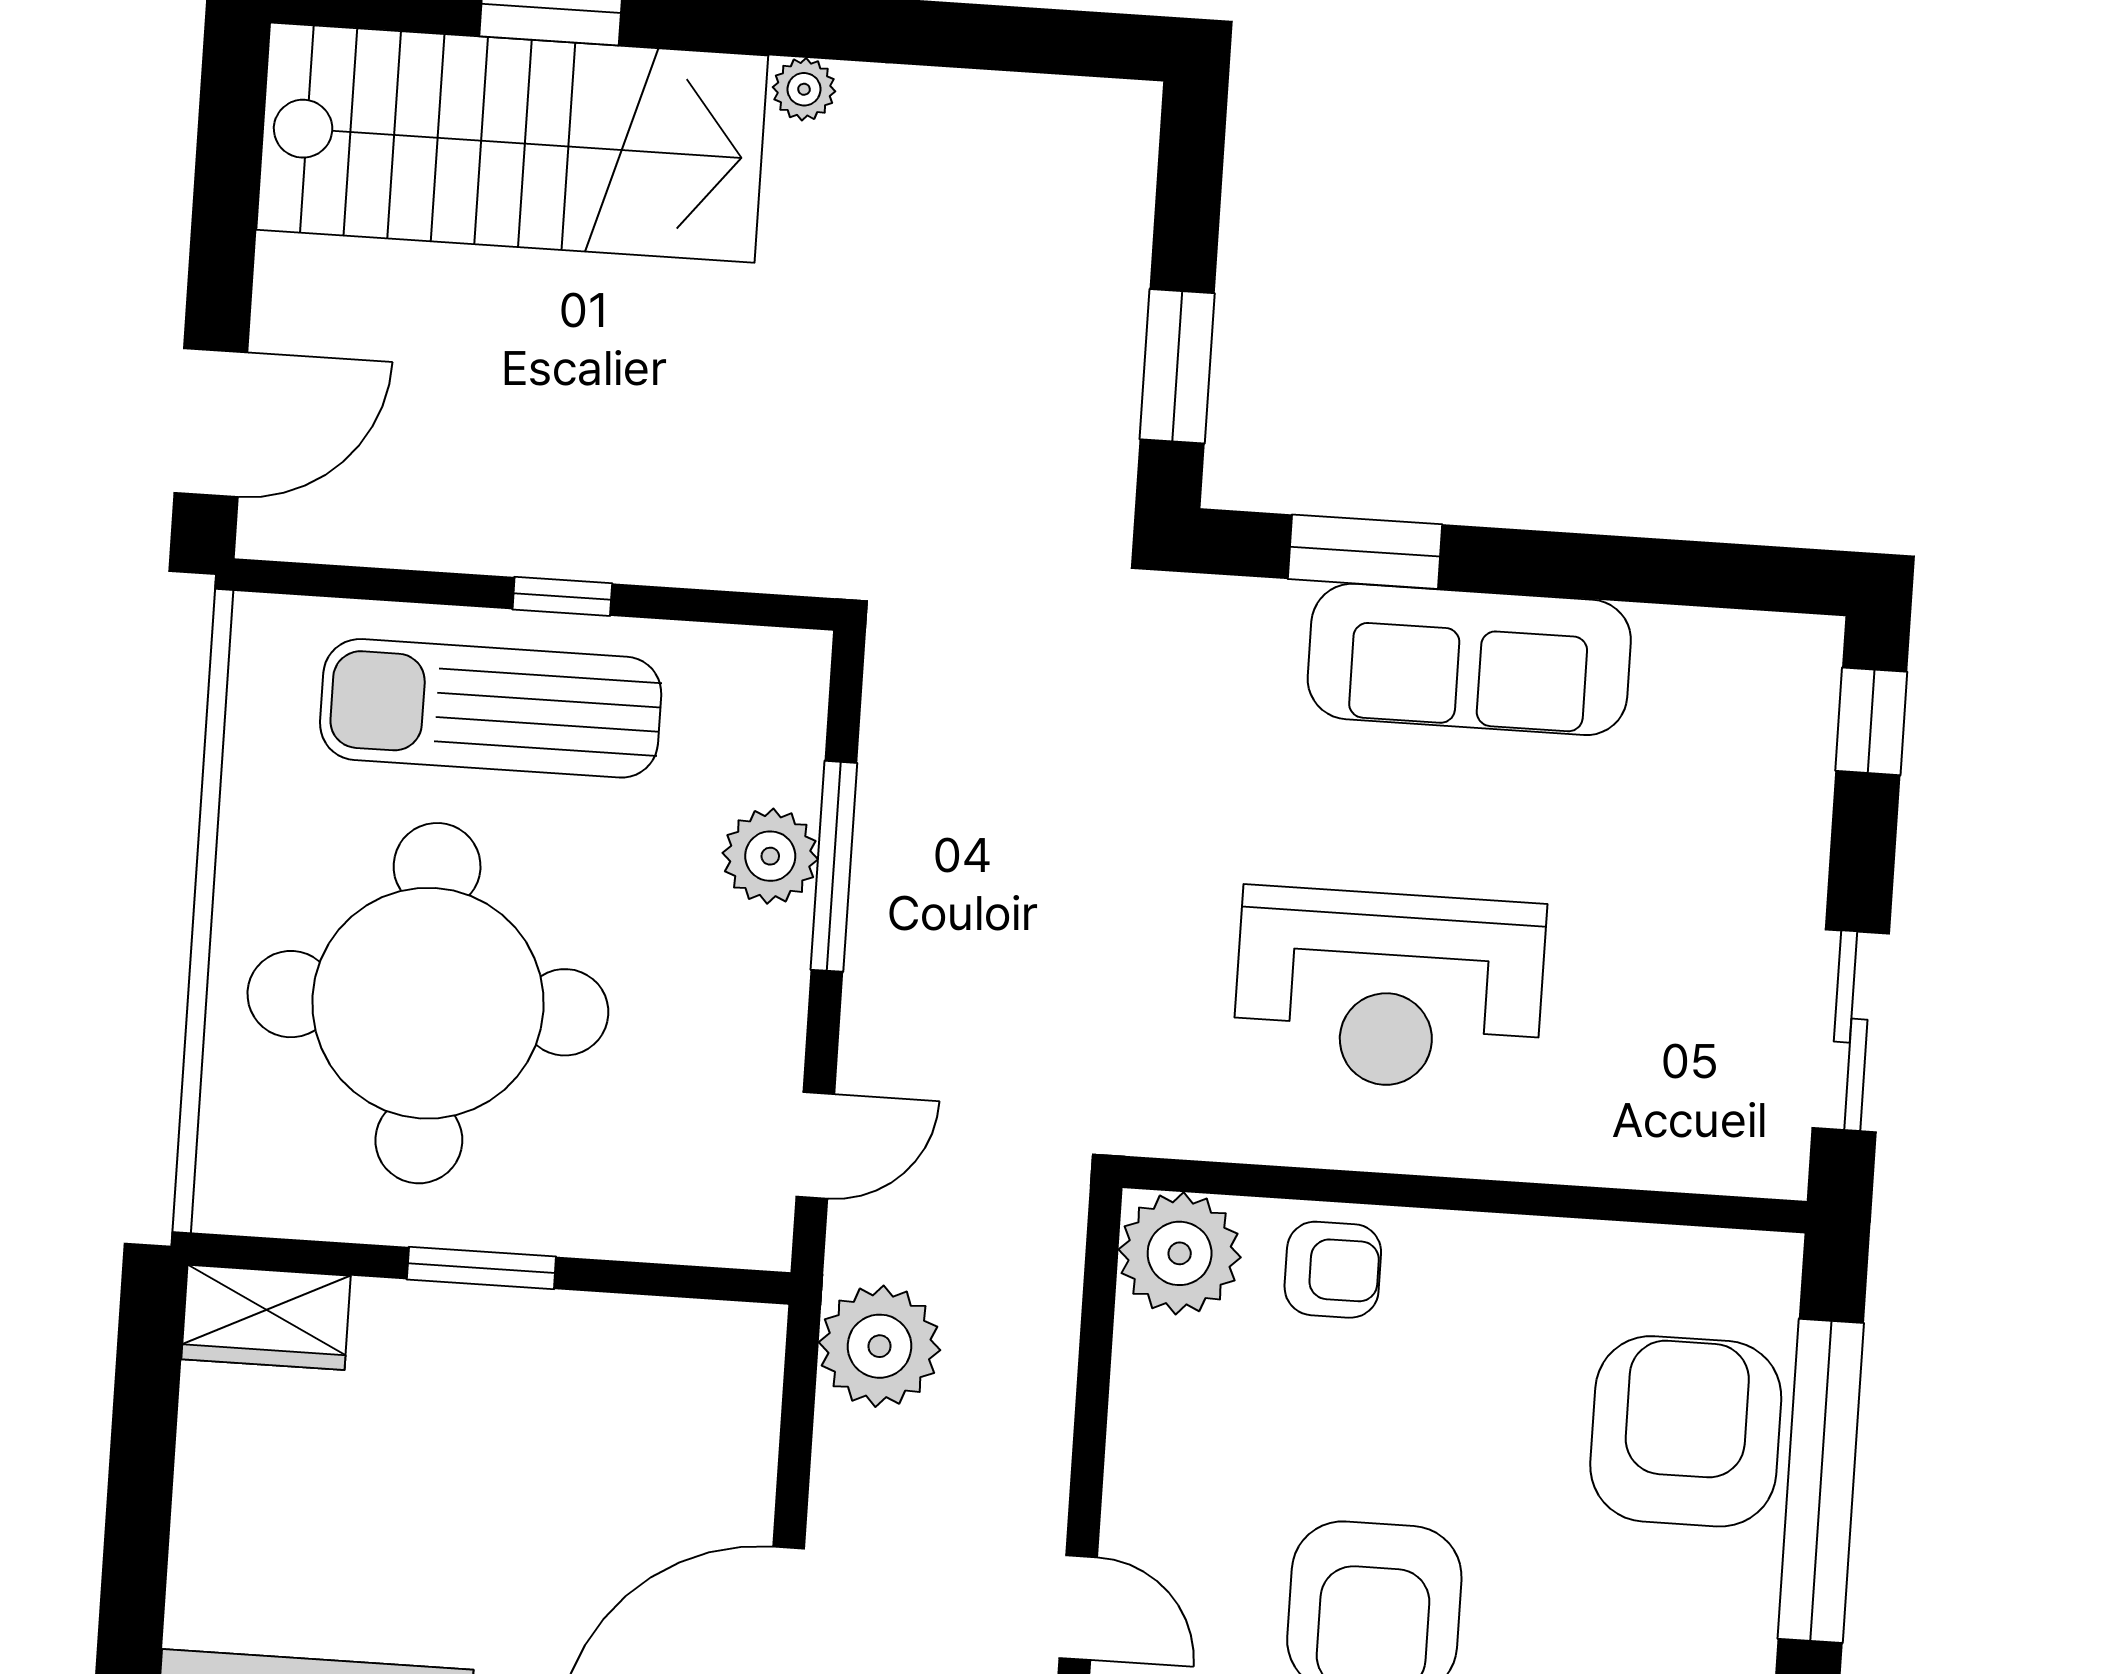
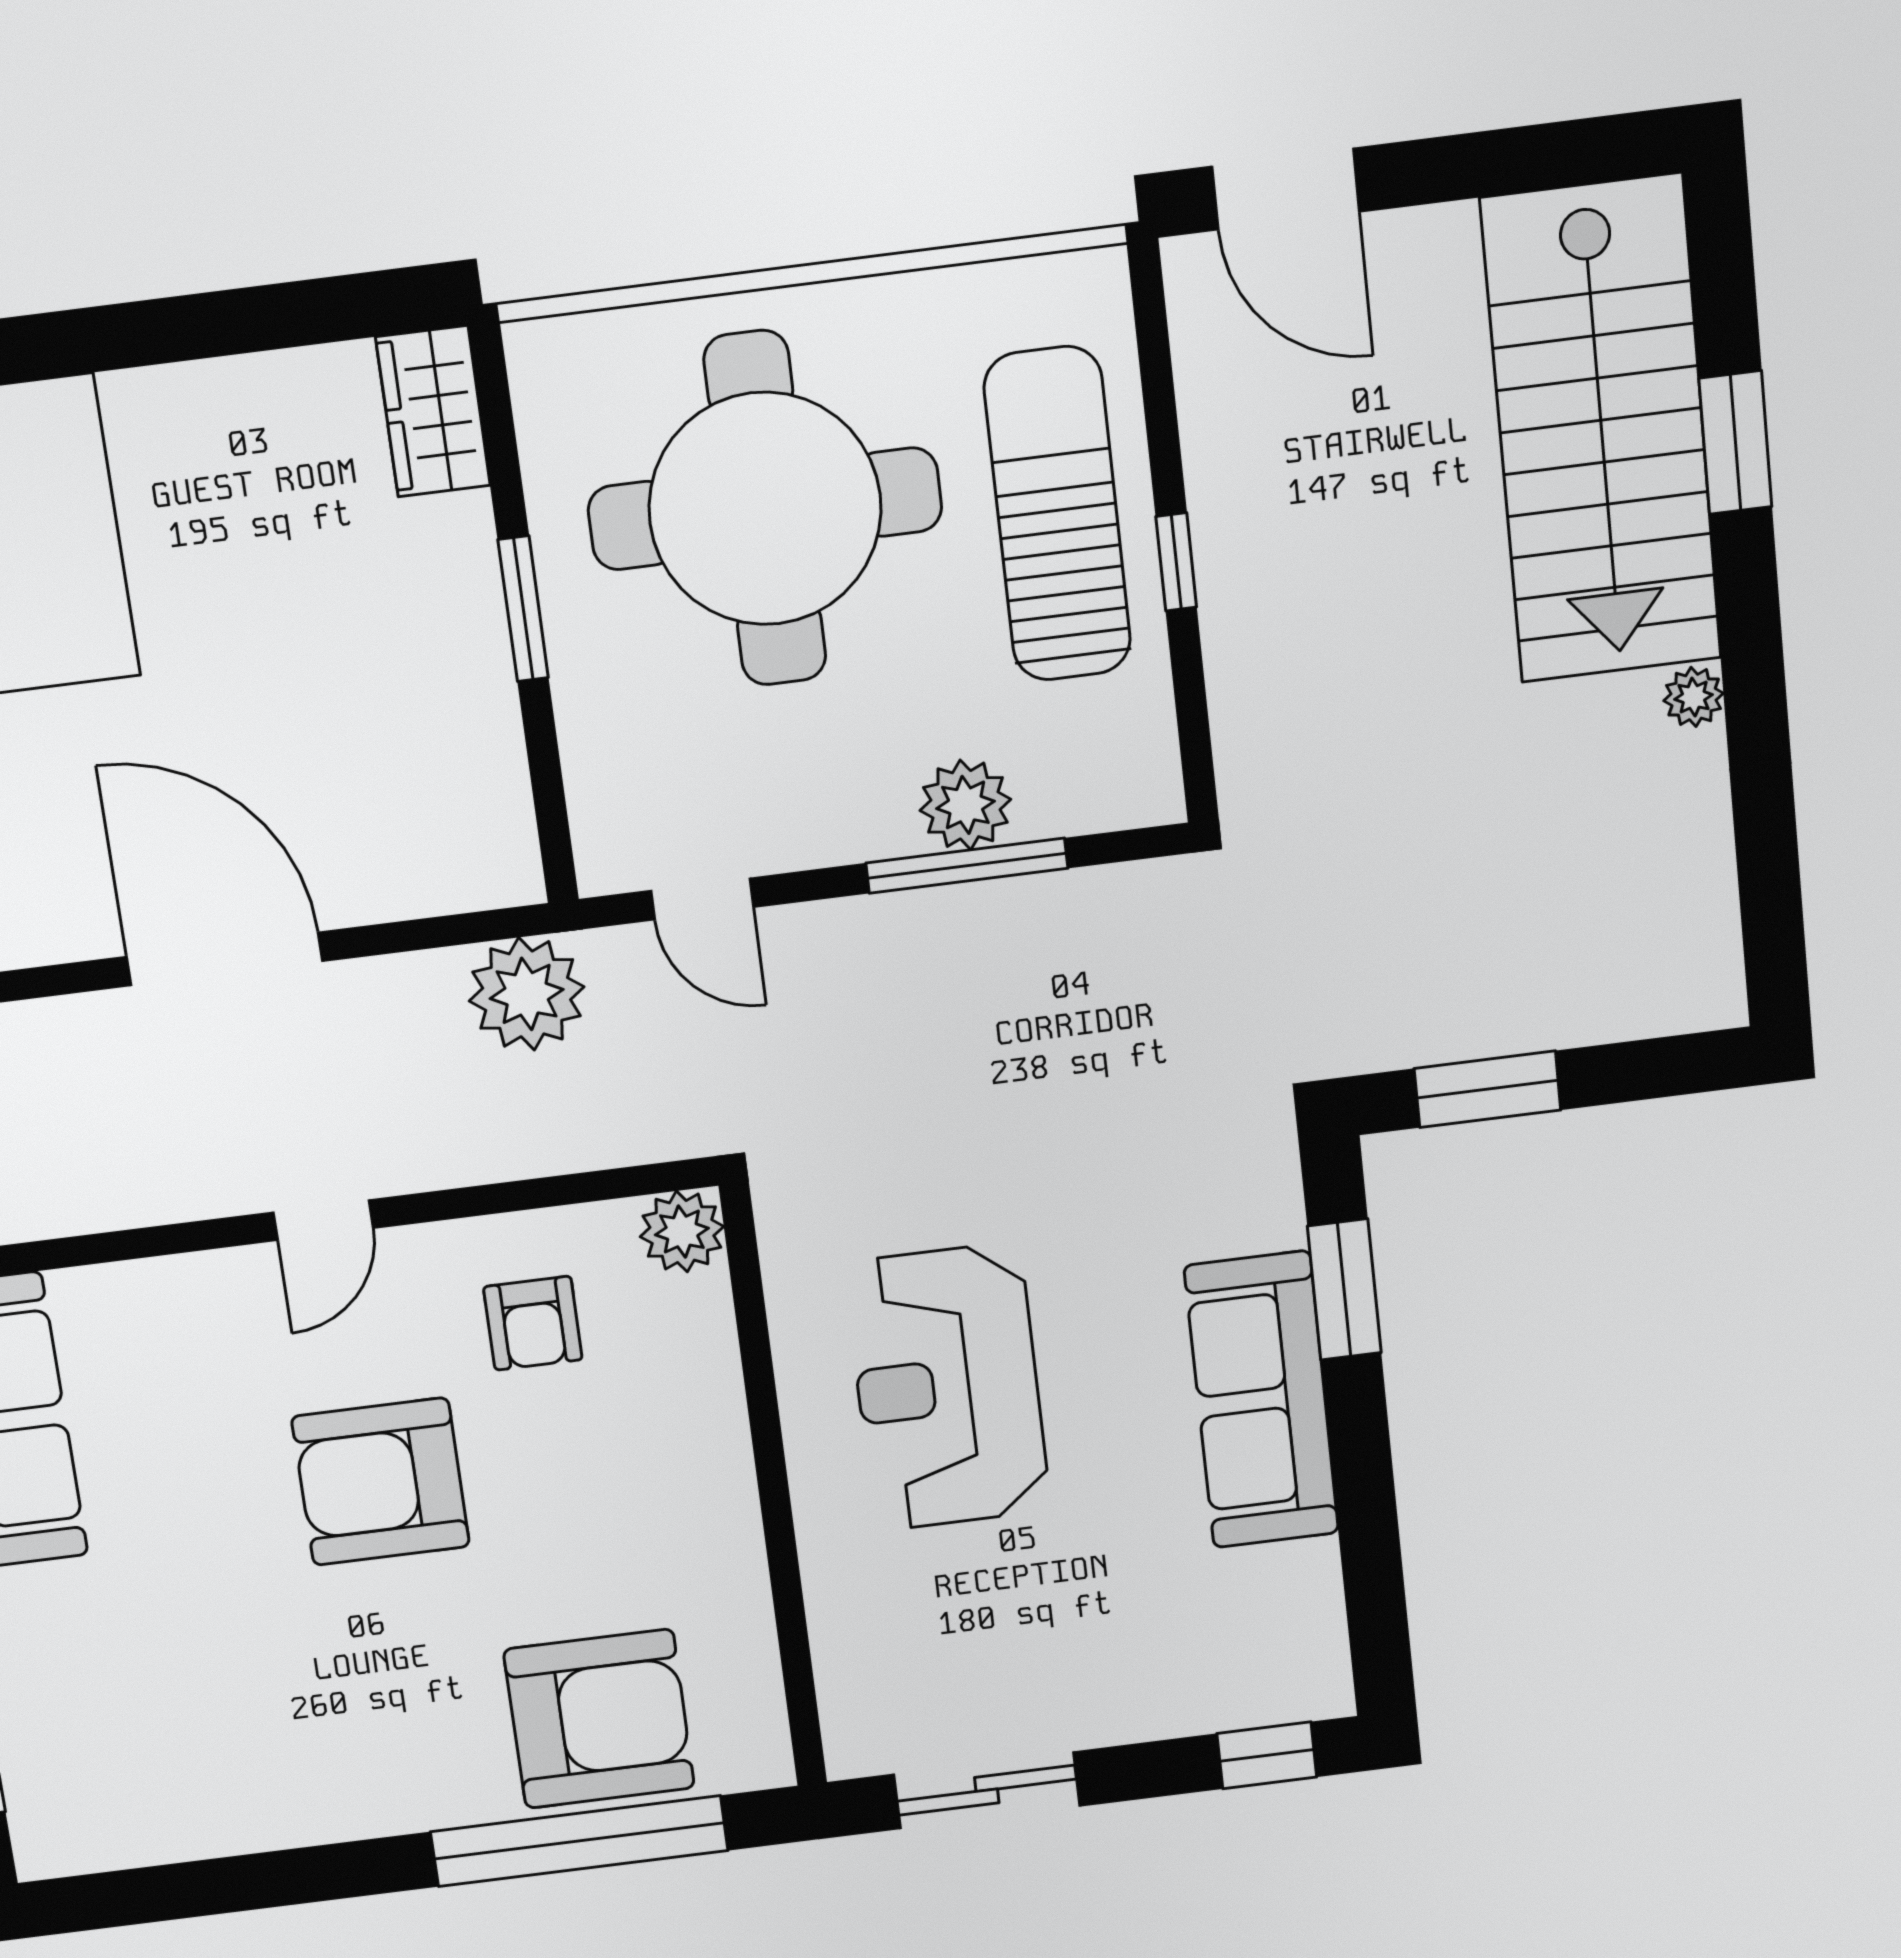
plant: (1180, 1253) -> (682, 1232), width x0.73, depth x0.73
armchair: (1333, 1270) -> (533, 1323), moved

